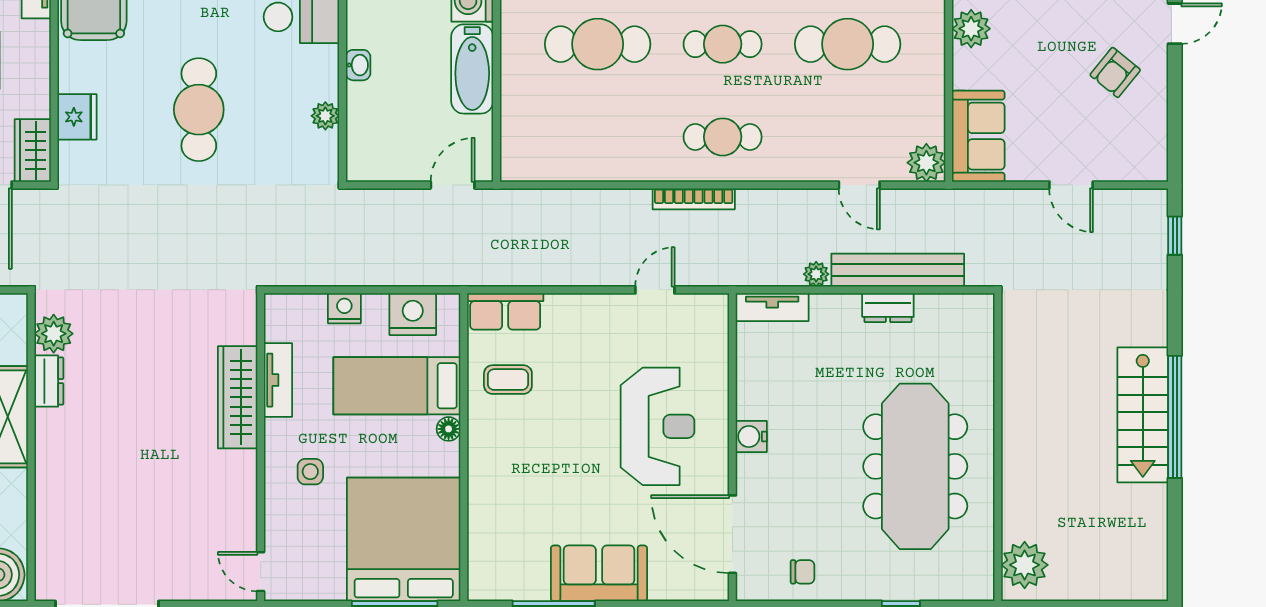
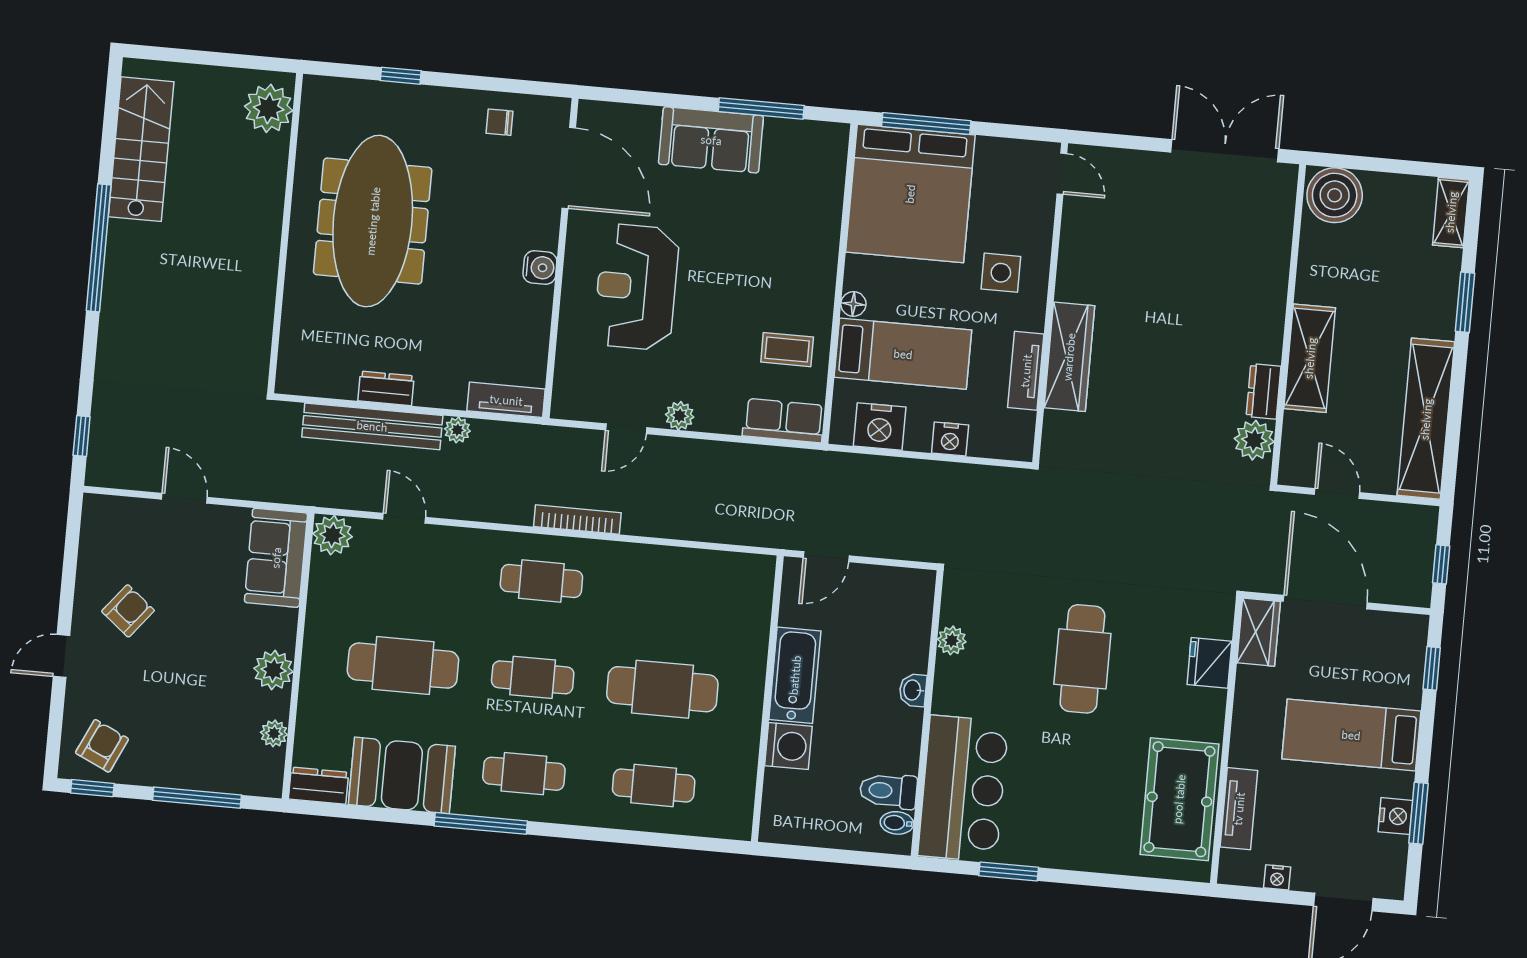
plant: (605, 307) -> (680, 416), added
stairs: (1143, 415) -> (141, 149), moved
side table: (310, 472) -> (1001, 273), width x1.37, depth x1.37

